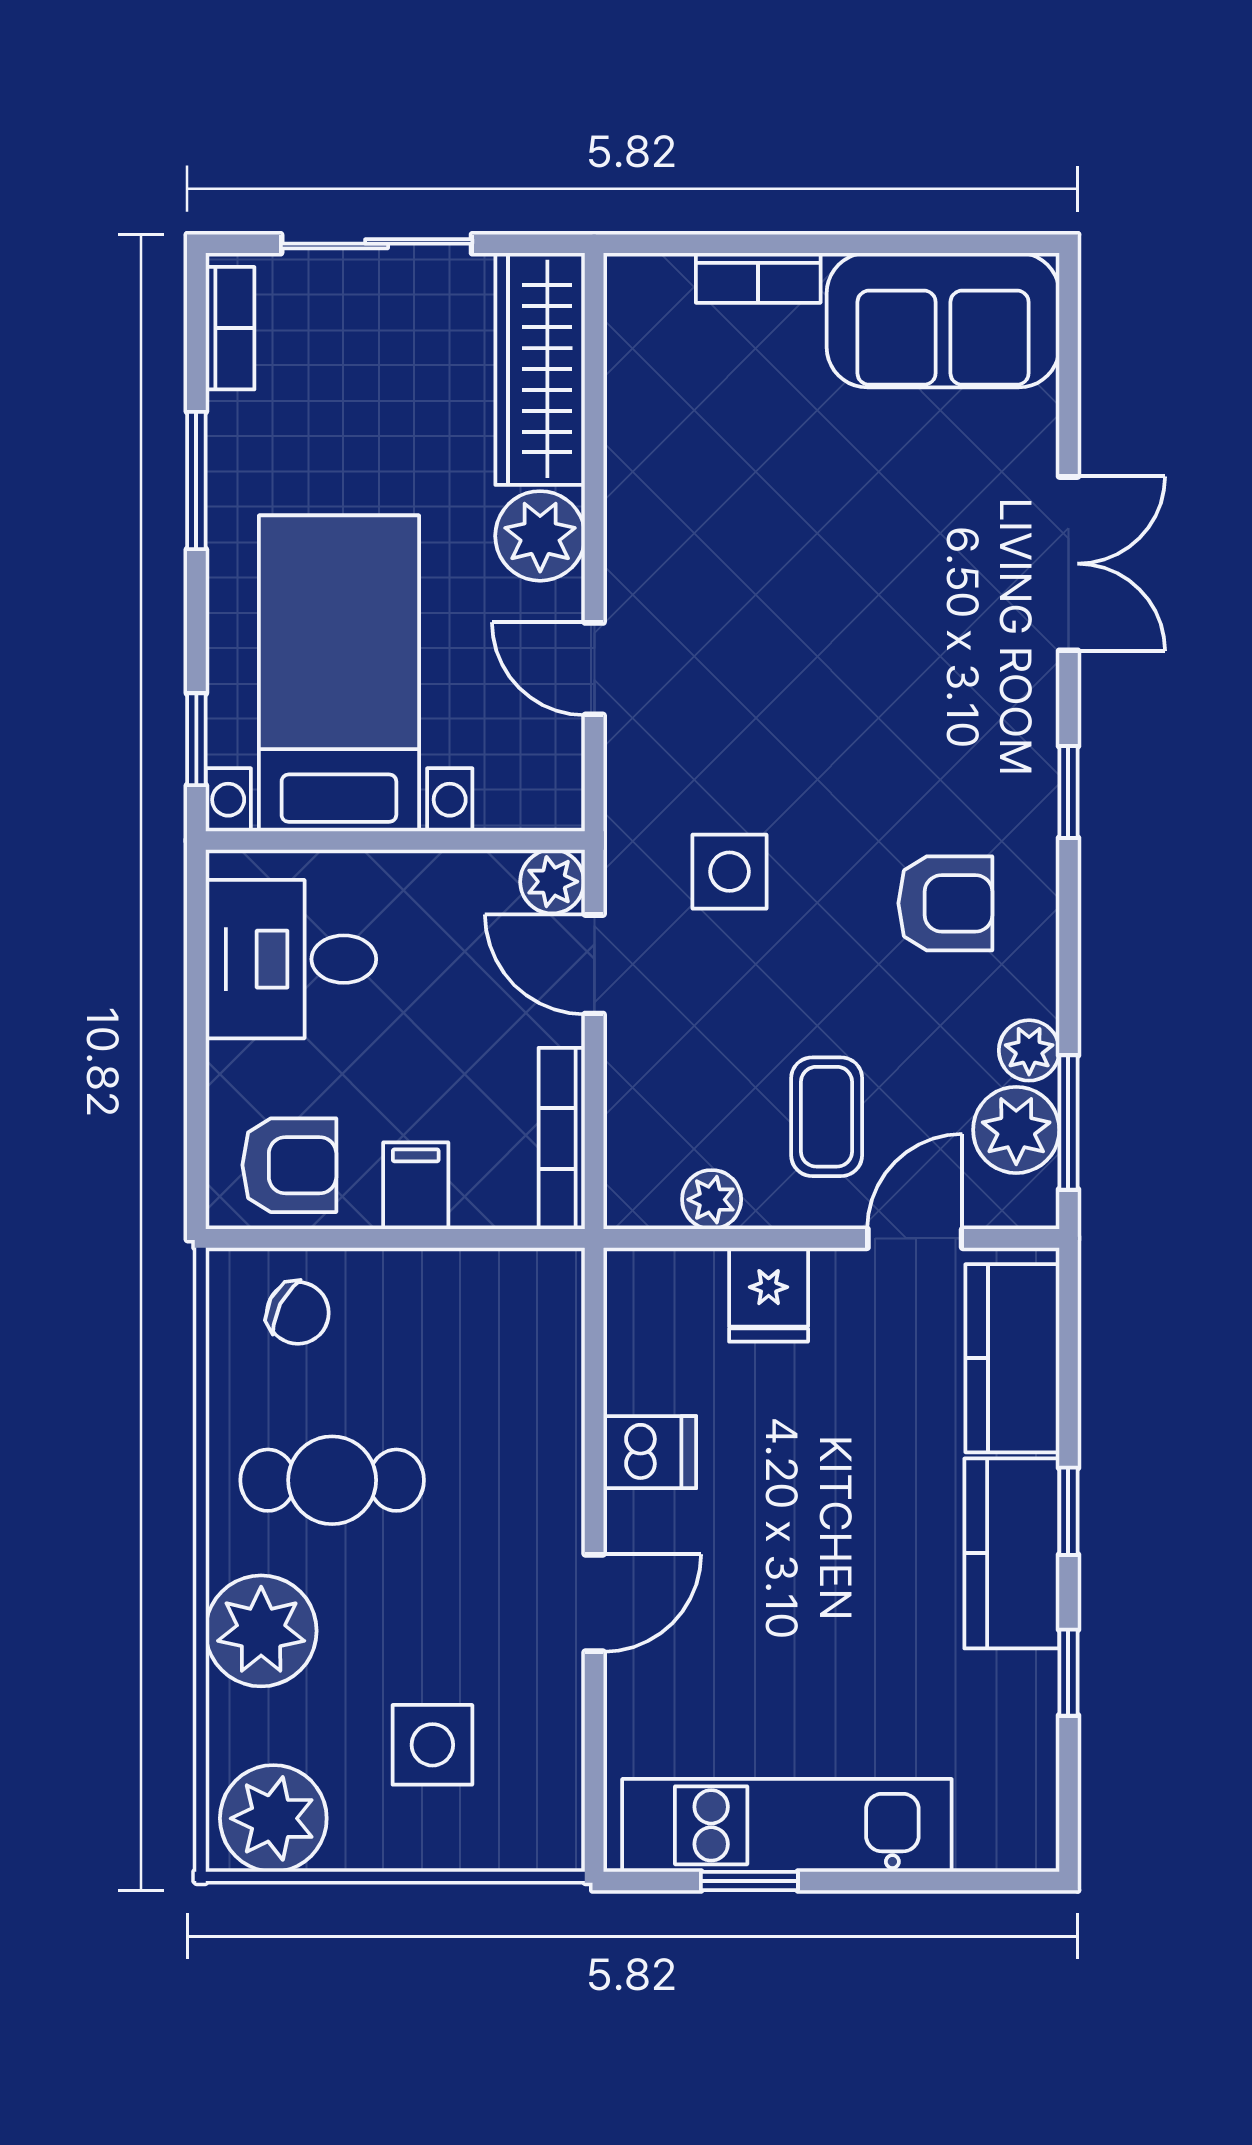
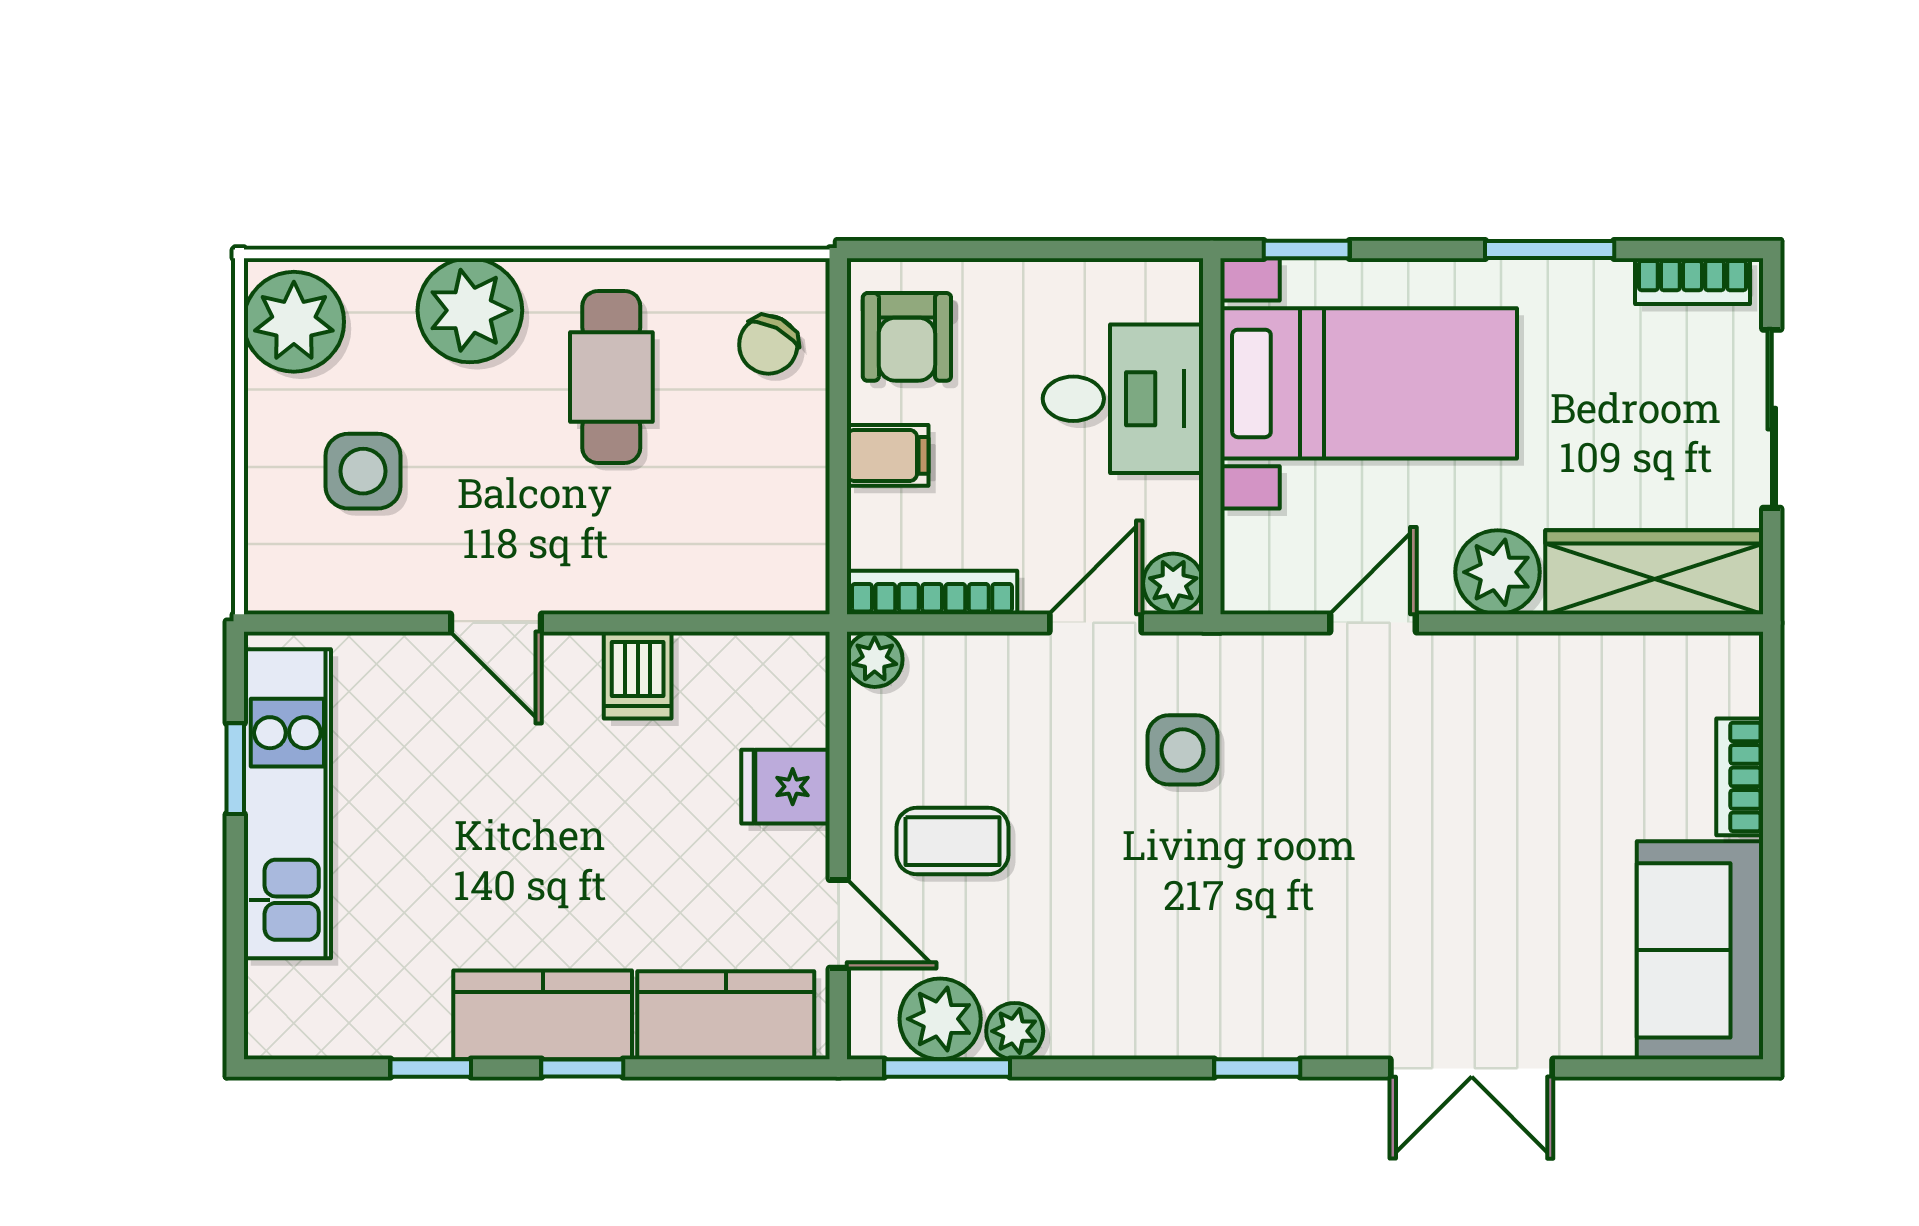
armchair: (945, 903) -> (1153, 952), removed
desk: (291, 959) -> (1123, 399), moved, turned 90
plant: (712, 1200) -> (875, 659), moved

